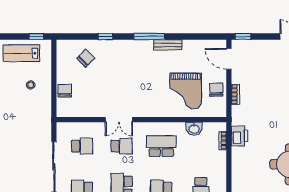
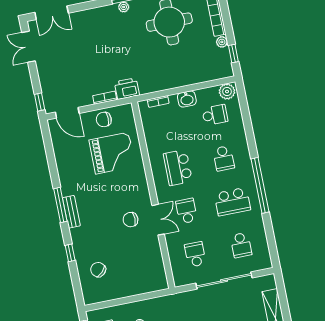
bench: (168, 45) -> (71, 212), moved
door: (229, 59) -> (67, 113), hinge flipped
chair: (65, 91) -> (131, 220), moved
washbasin: (194, 129) -> (187, 99), moved, turned 90
printer: (239, 136) -> (127, 89), moved

